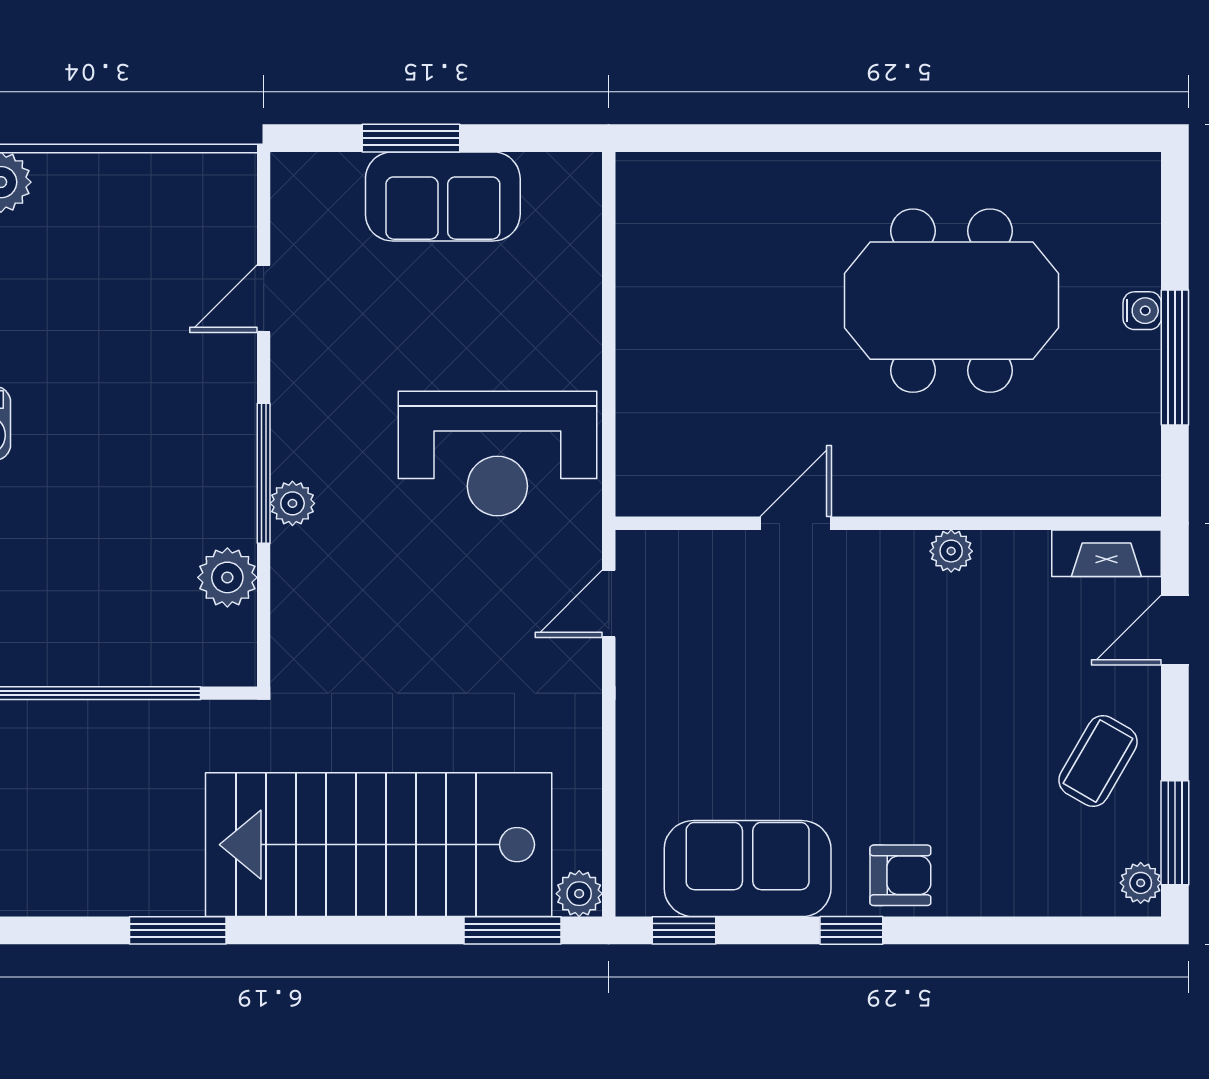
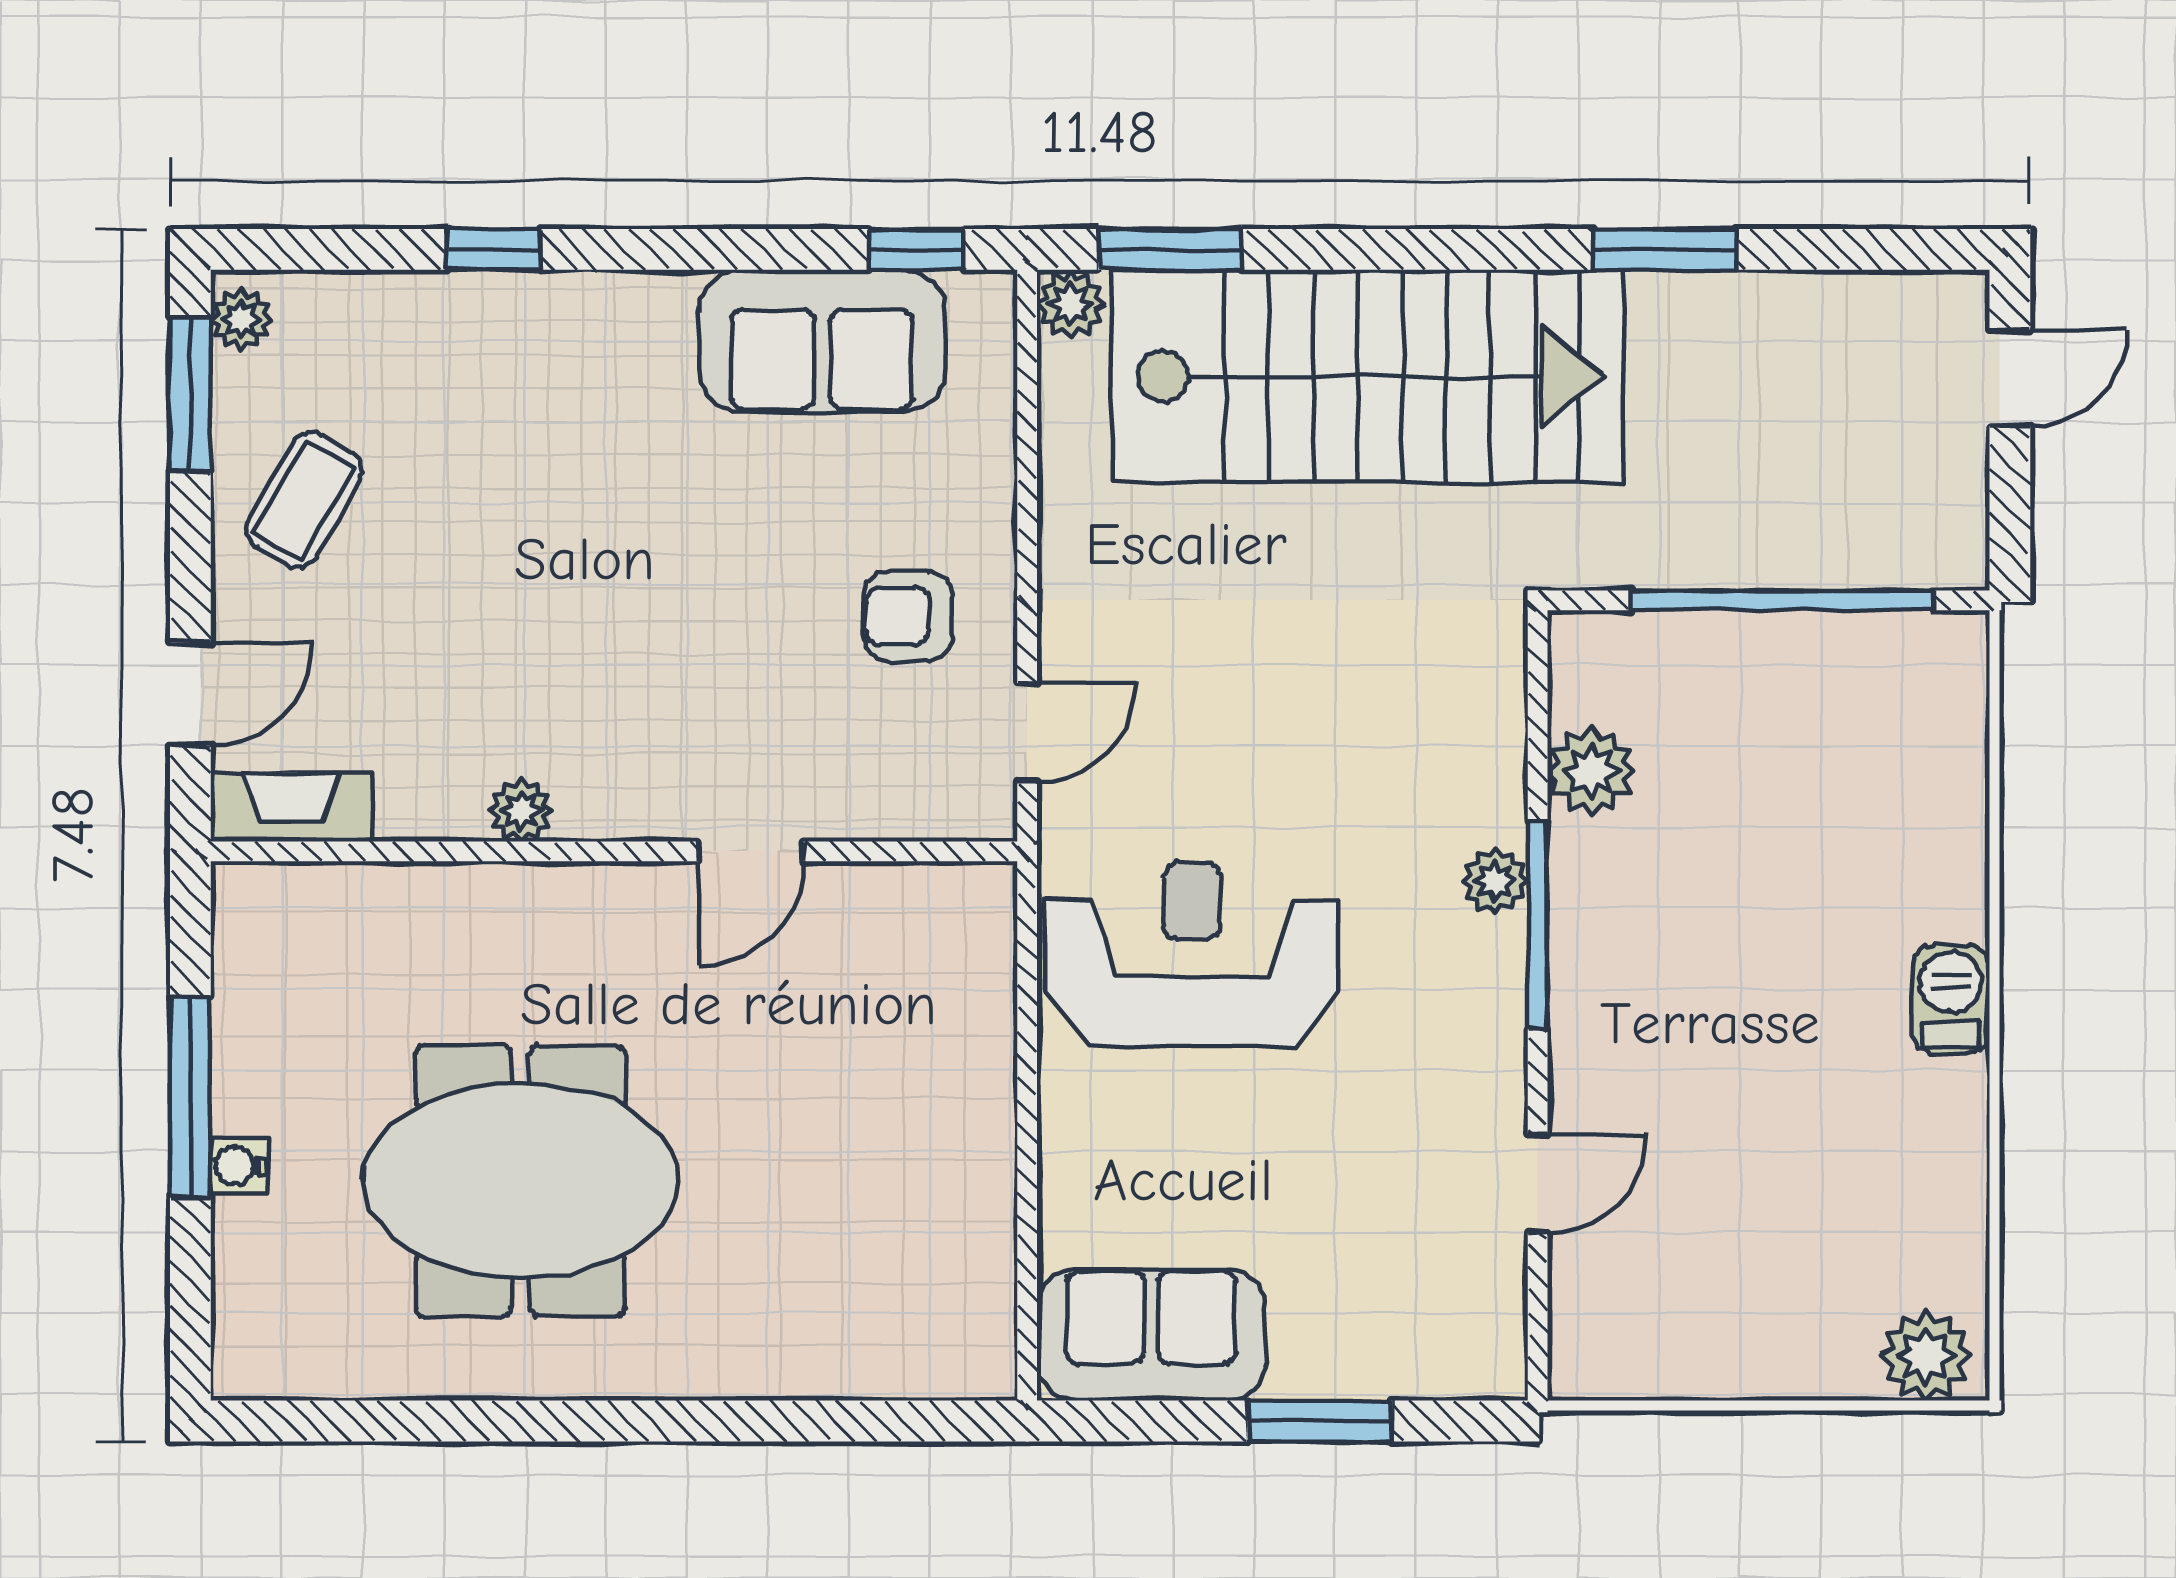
sofa: (443, 196) -> (1151, 1335), moved
armchair: (900, 875) -> (908, 616), moved
window: (851, 930) -> (494, 249), moved

